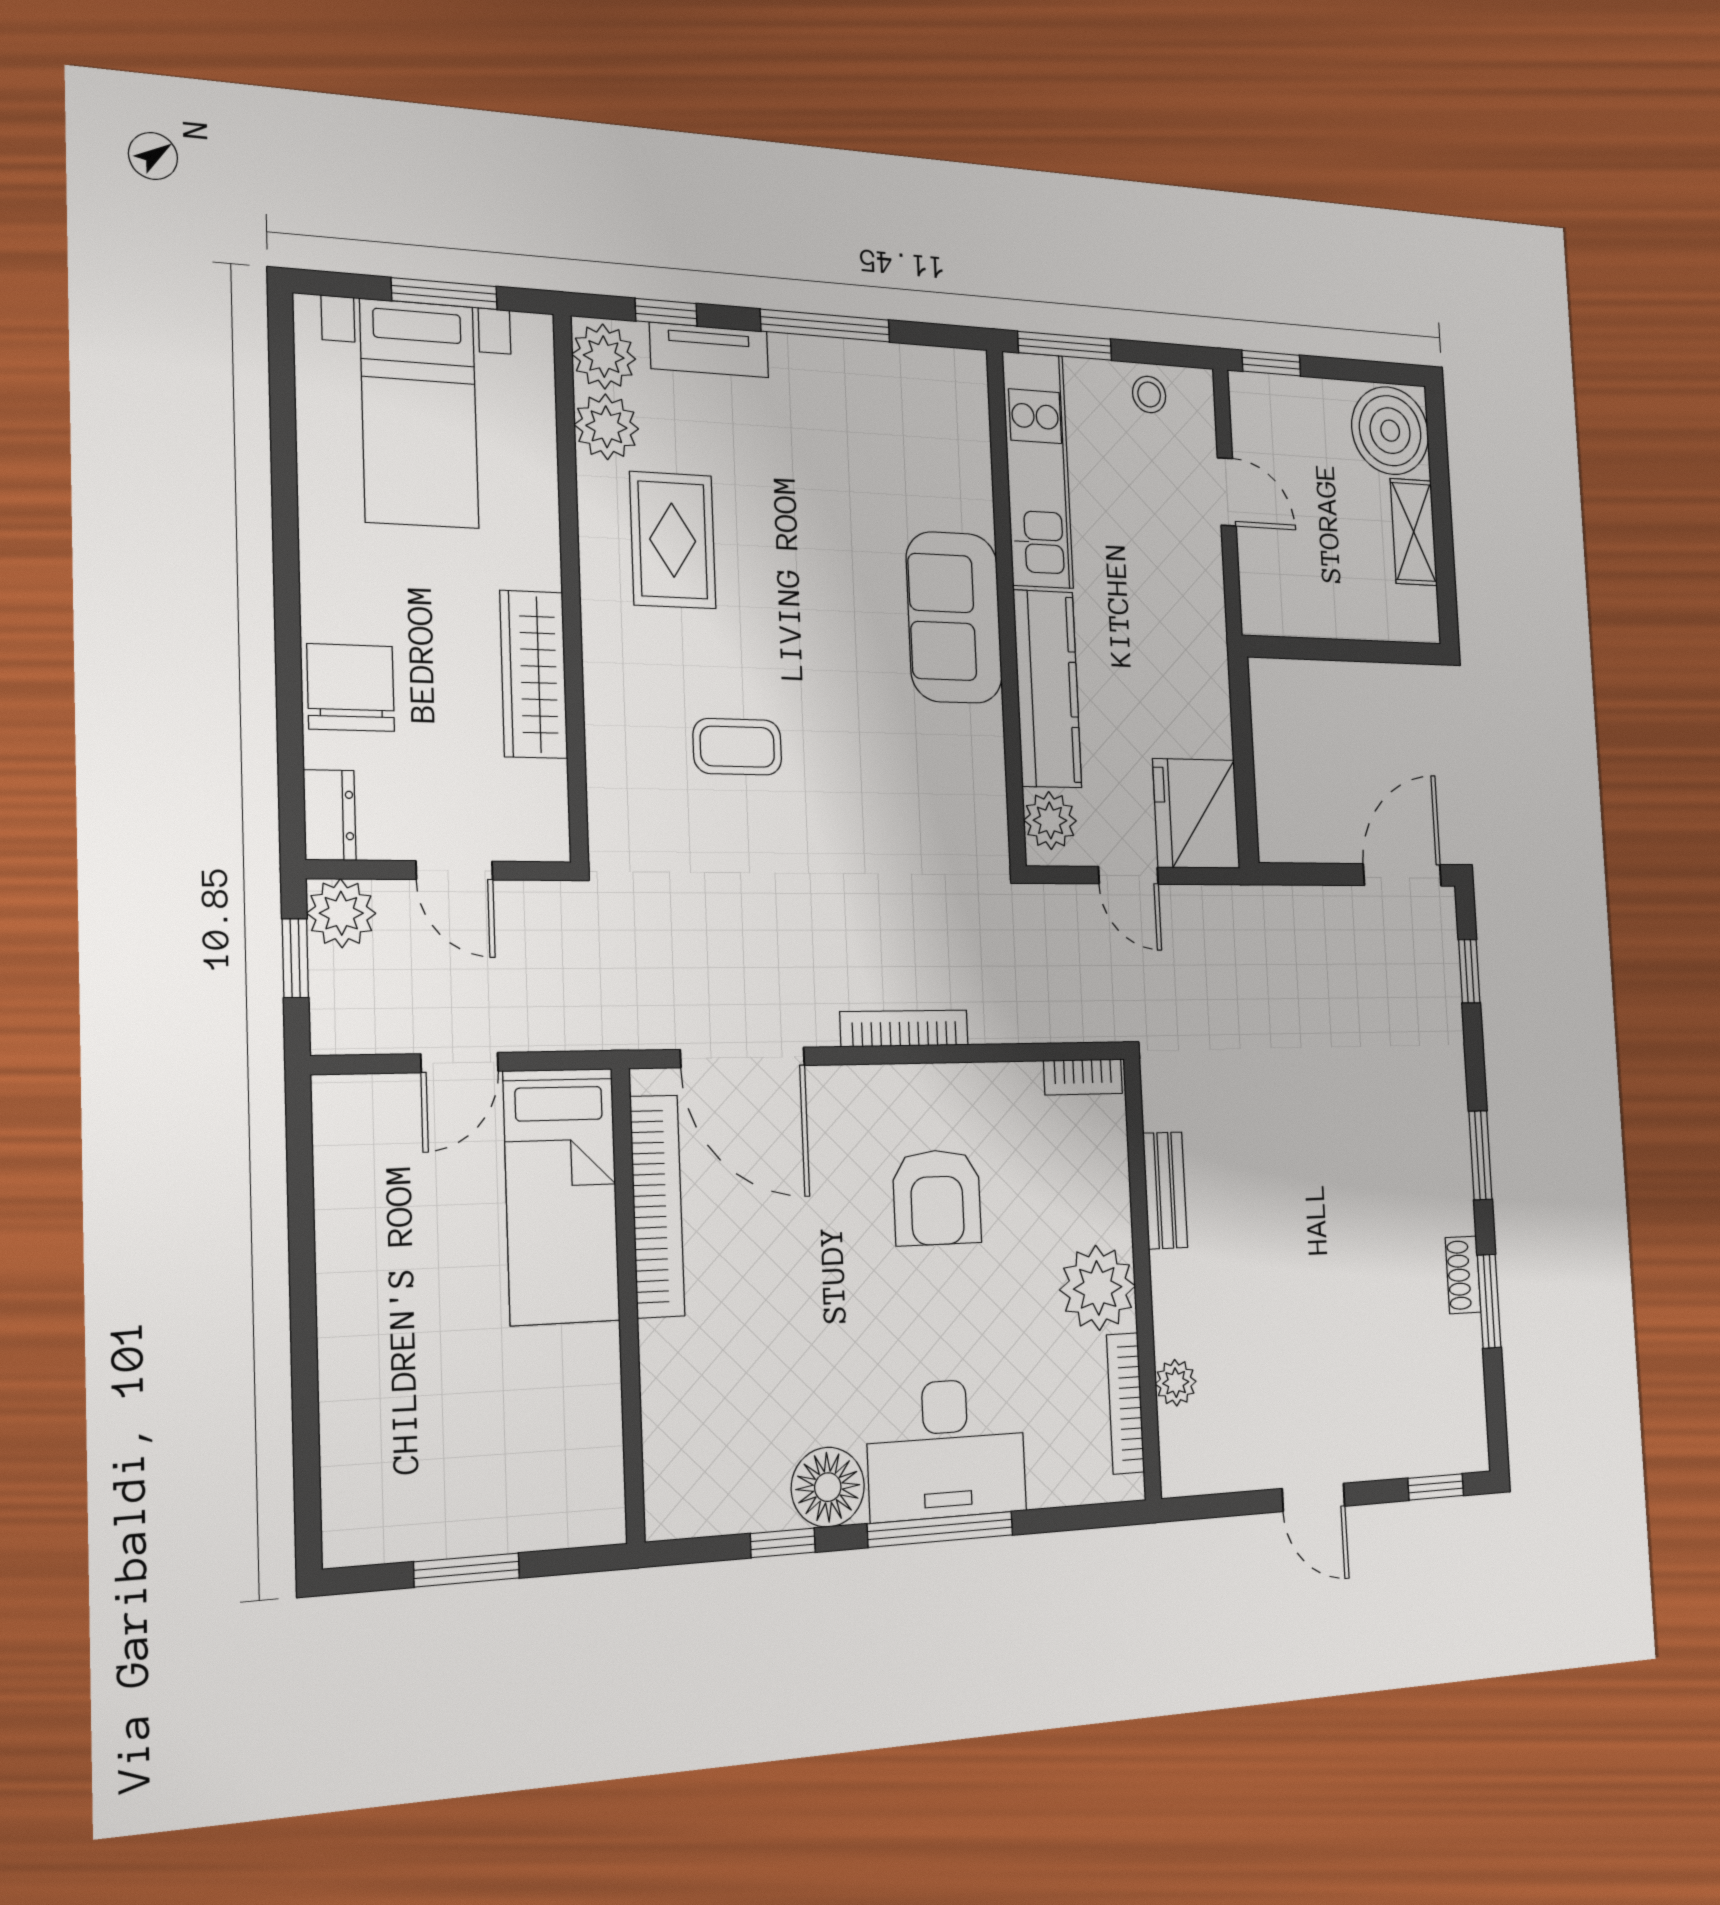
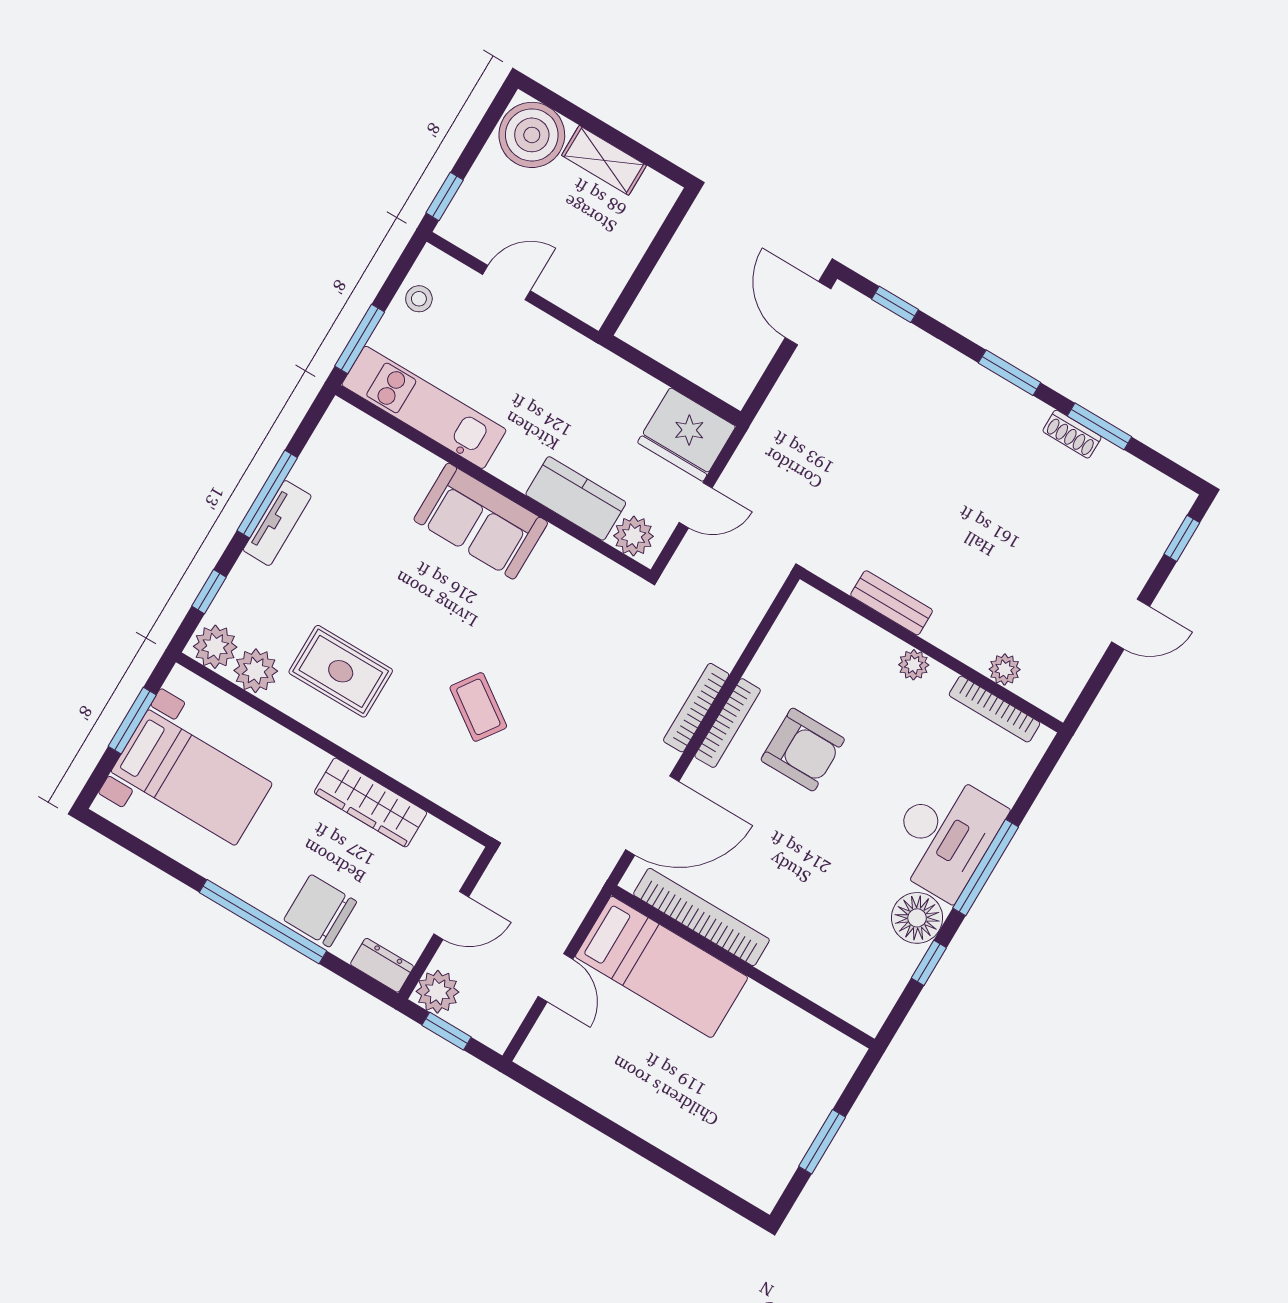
tv unit: (709, 350) -> (277, 523), moved
window: (287, 616) -> (263, 922), added
kitchen counter: (1047, 689) -> (576, 498), width x0.67
coffee table: (737, 747) -> (478, 707), turned -55
bookcase: (1083, 1077) -> (728, 723), moved, width x1.56
plant: (1098, 1288) -> (914, 665), width x0.53, depth x0.53

